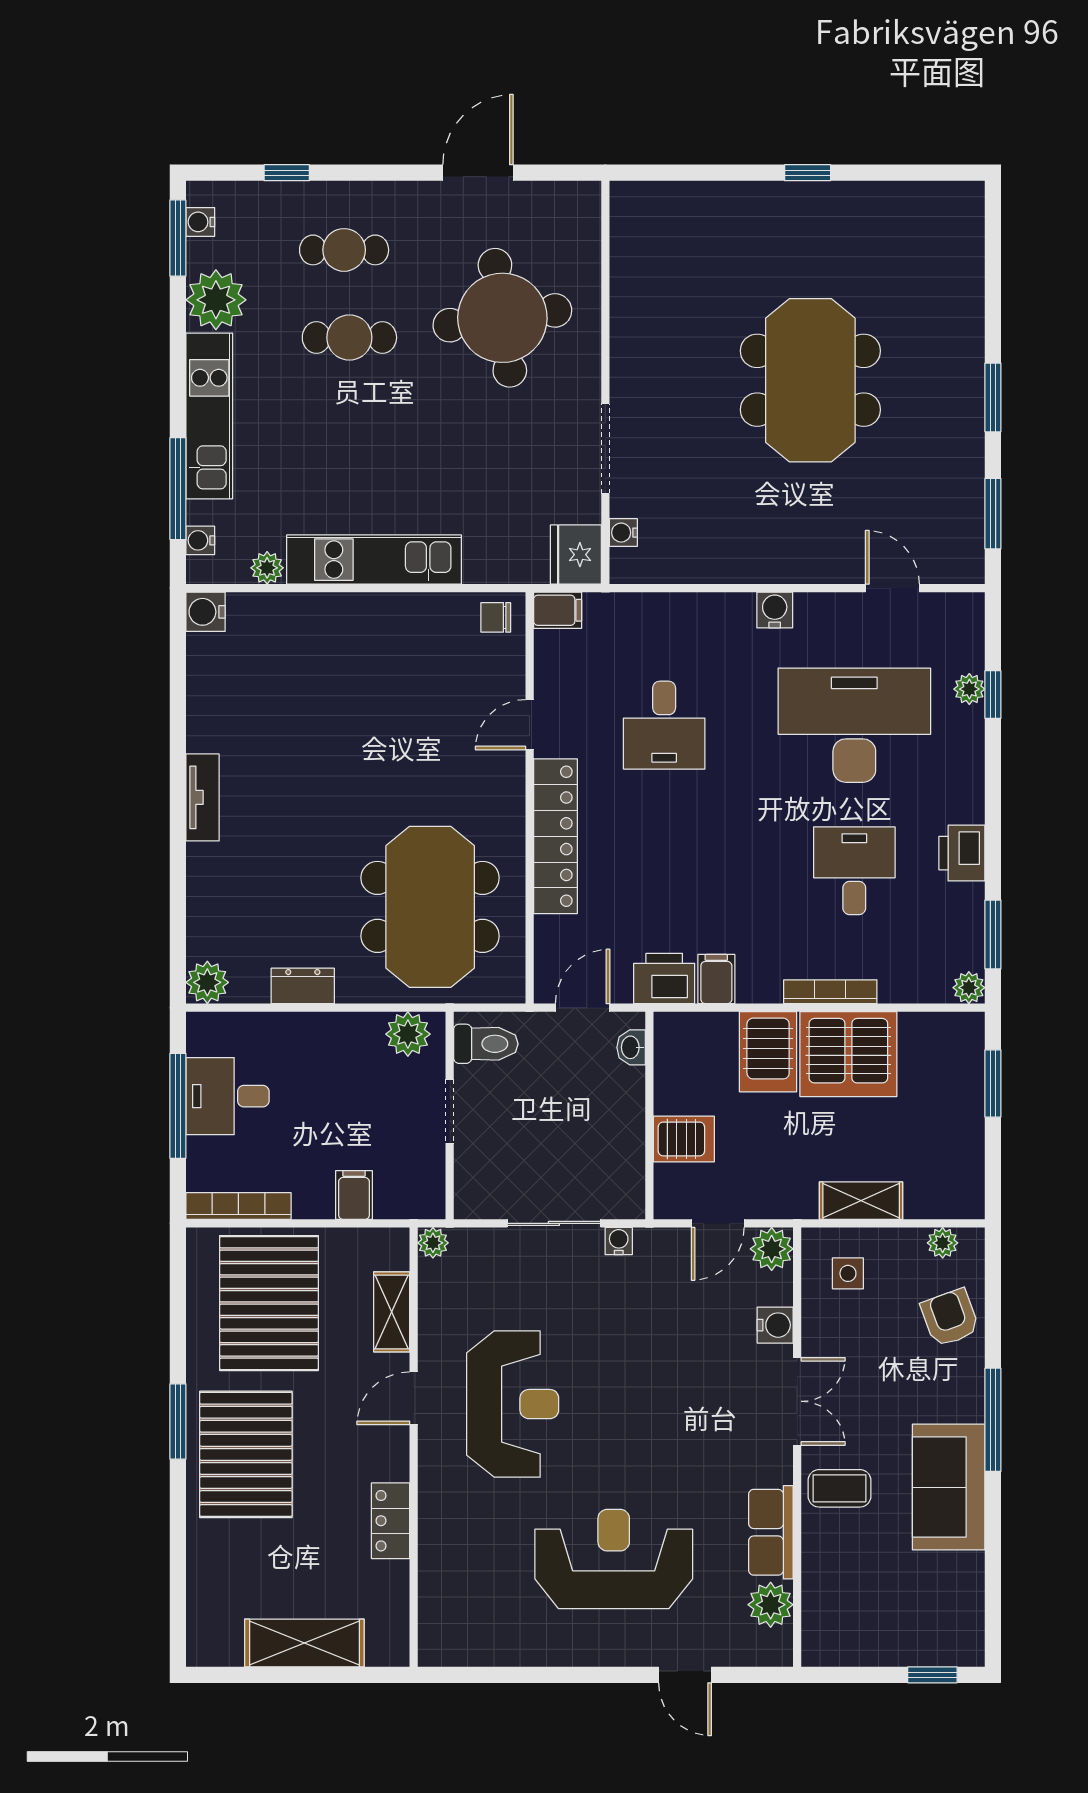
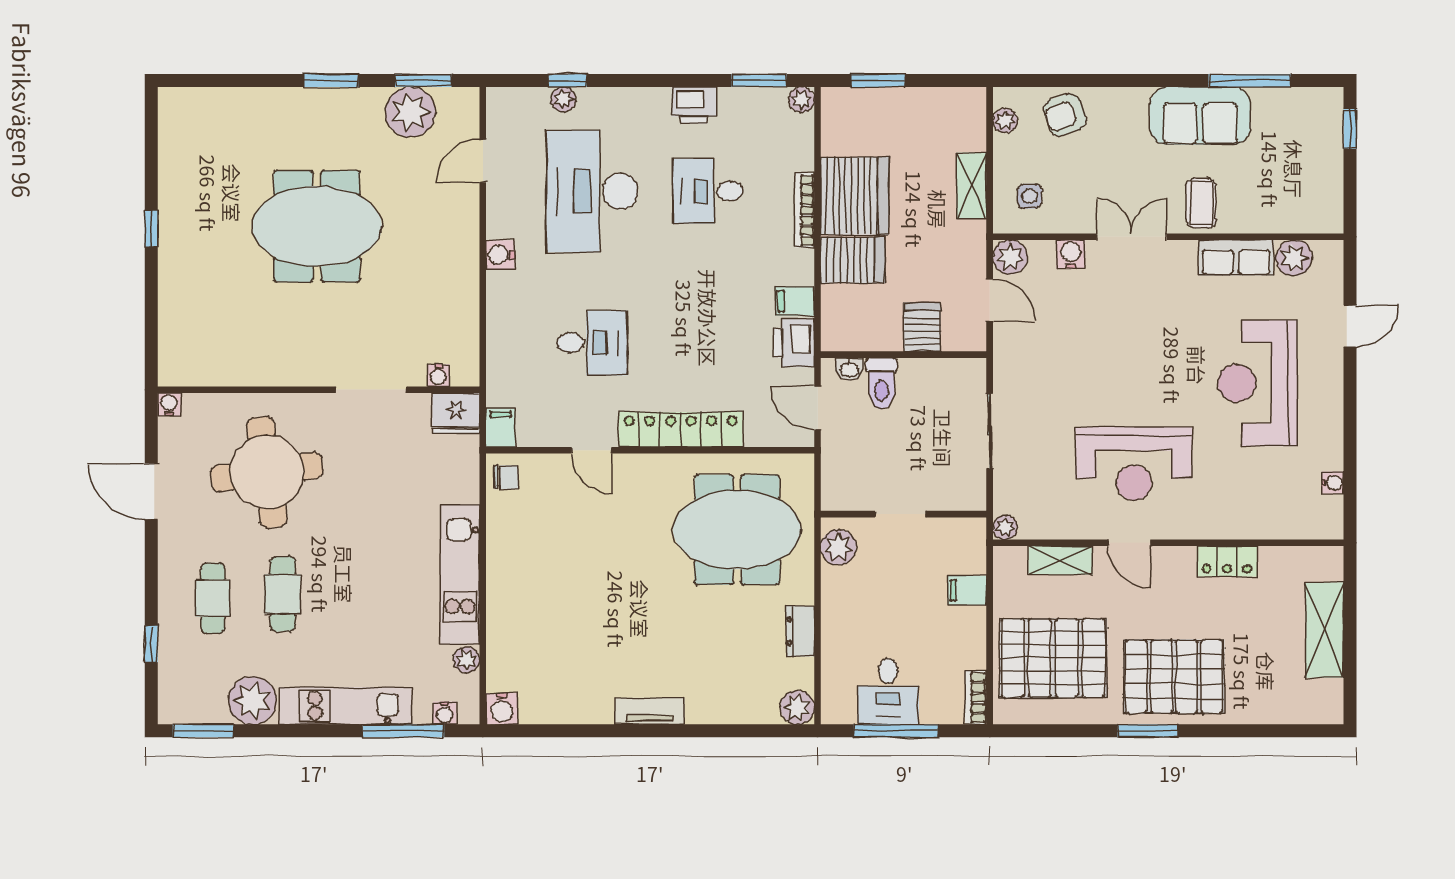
water cooler: (200, 222) -> (169, 404), moved, turned 180
plant: (953, 497) -> (410, 112), added
chair: (496, 617) -> (506, 477), turned -90
toilet: (486, 1044) -> (881, 384), moved, turned 180
bookcase: (238, 1206) -> (976, 698), width x0.64
water cooler: (619, 1241) -> (1333, 483), moved, turned 180
reception desk: (513, 1404) -> (1134, 464), turned 180
window: (993, 1420) -> (1250, 81), moved

